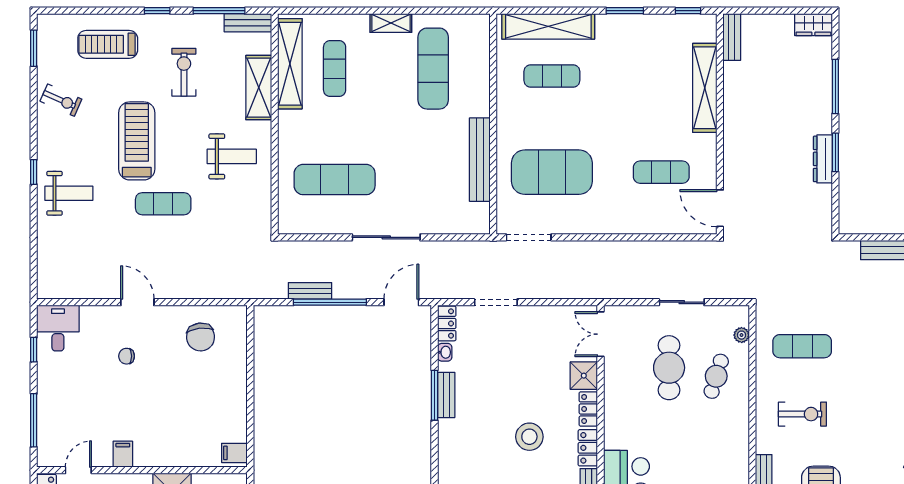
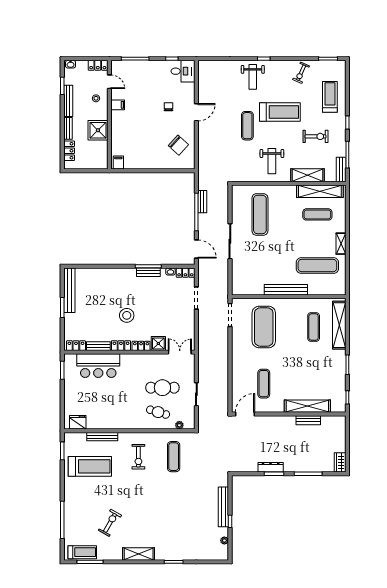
bench: (732, 37) -> (308, 420), moved
bench: (480, 160) -> (286, 290), moved
chair: (201, 337) -> (178, 145), turned -131

